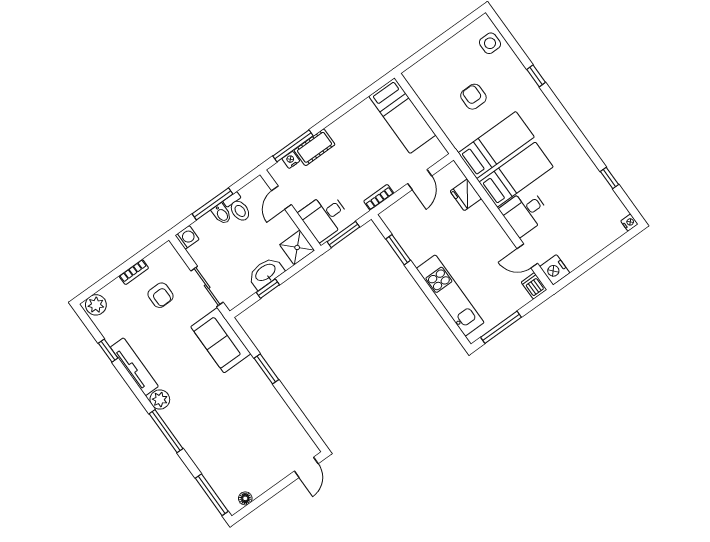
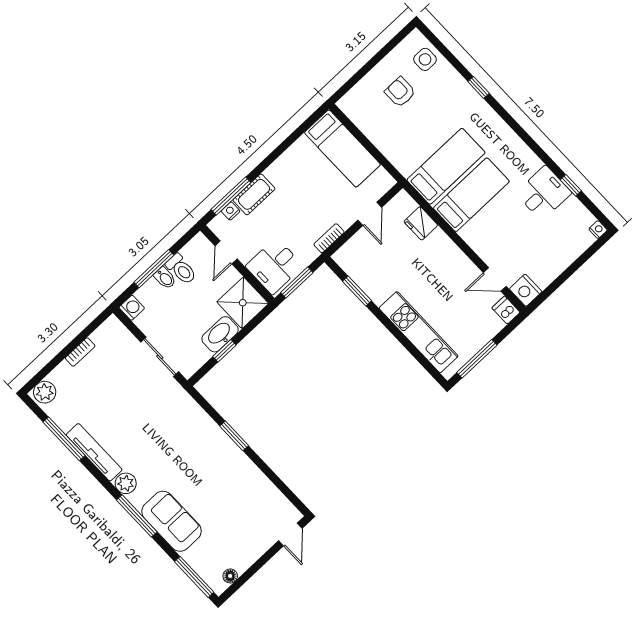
armchair: (473, 97) -> (400, 92), moved
desk: (525, 212) -> (544, 193), moved, turned 180
shower: (297, 247) -> (243, 303), width x1.36, depth x1.36
armchair: (161, 295) -> (112, 373), removed
sofa: (221, 340) -> (172, 521), moved, turned 180
window: (108, 351) -> (64, 439), width x2.17

